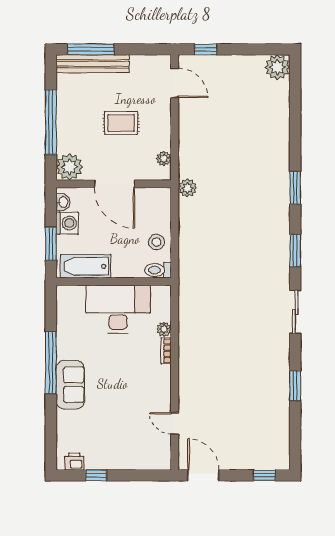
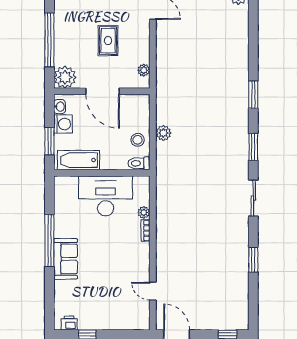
rug: (121, 123) -> (108, 41), turned 90
plant: (187, 188) -> (163, 133), moved

